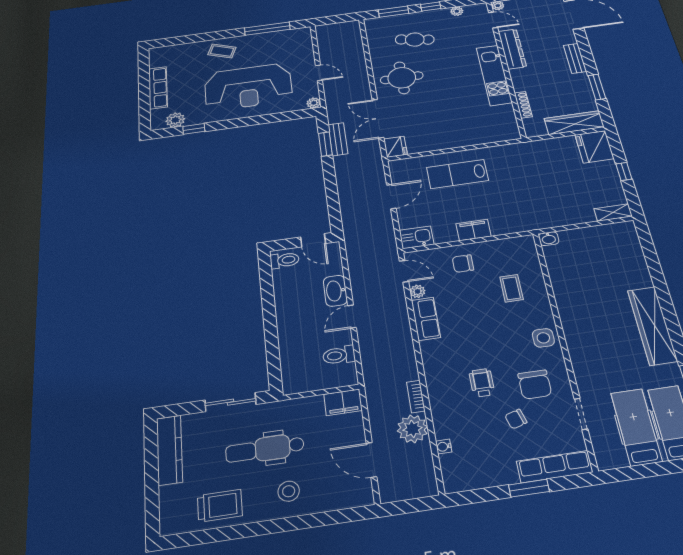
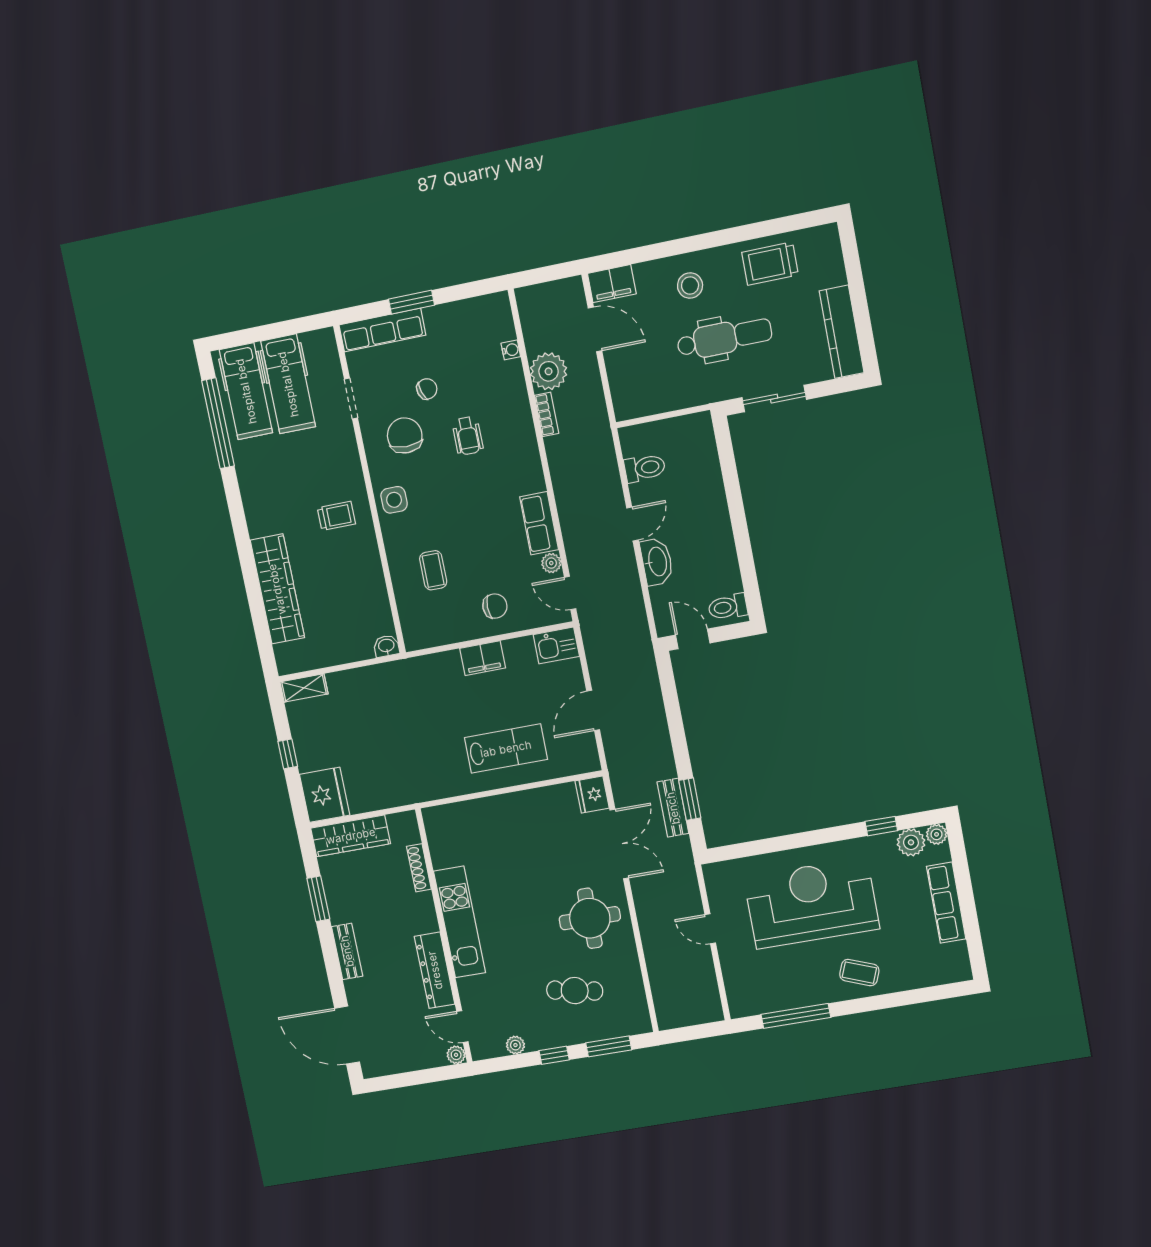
plant: (314, 103) -> (937, 834), moved
wardrobe: (652, 326) -> (277, 589), moved
trolley: (591, 328) -> (336, 516), added
filing cabinet: (343, 402) -> (612, 284), moved, turned 180

